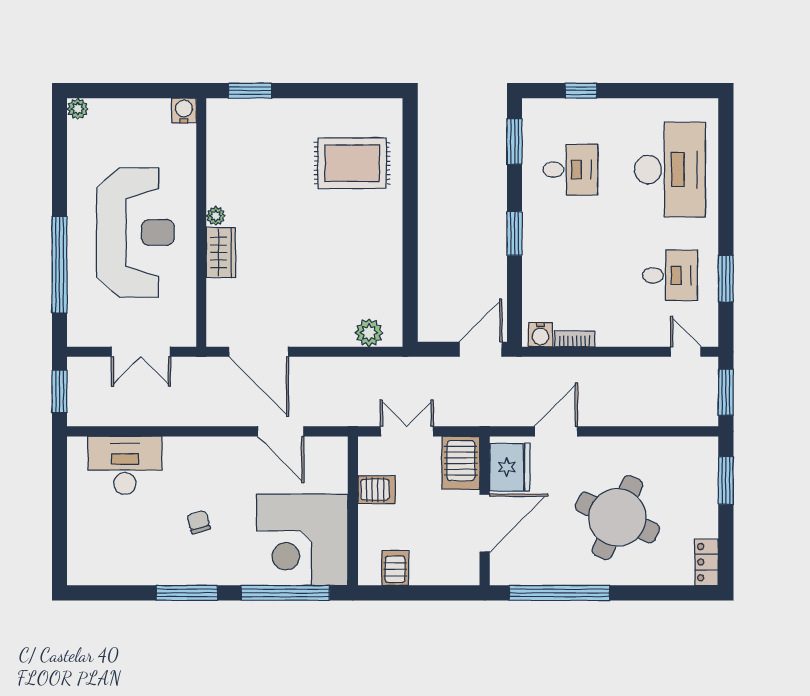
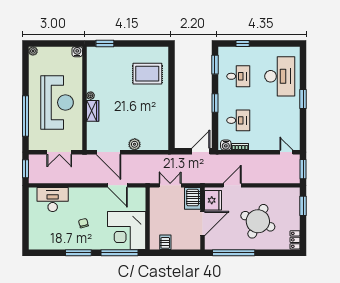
desk: (670, 275) -> (238, 120), moved
window: (726, 279) -> (303, 99), moved
plant: (369, 333) -> (135, 144), moved
server rack: (376, 490) -> (157, 210), removed

